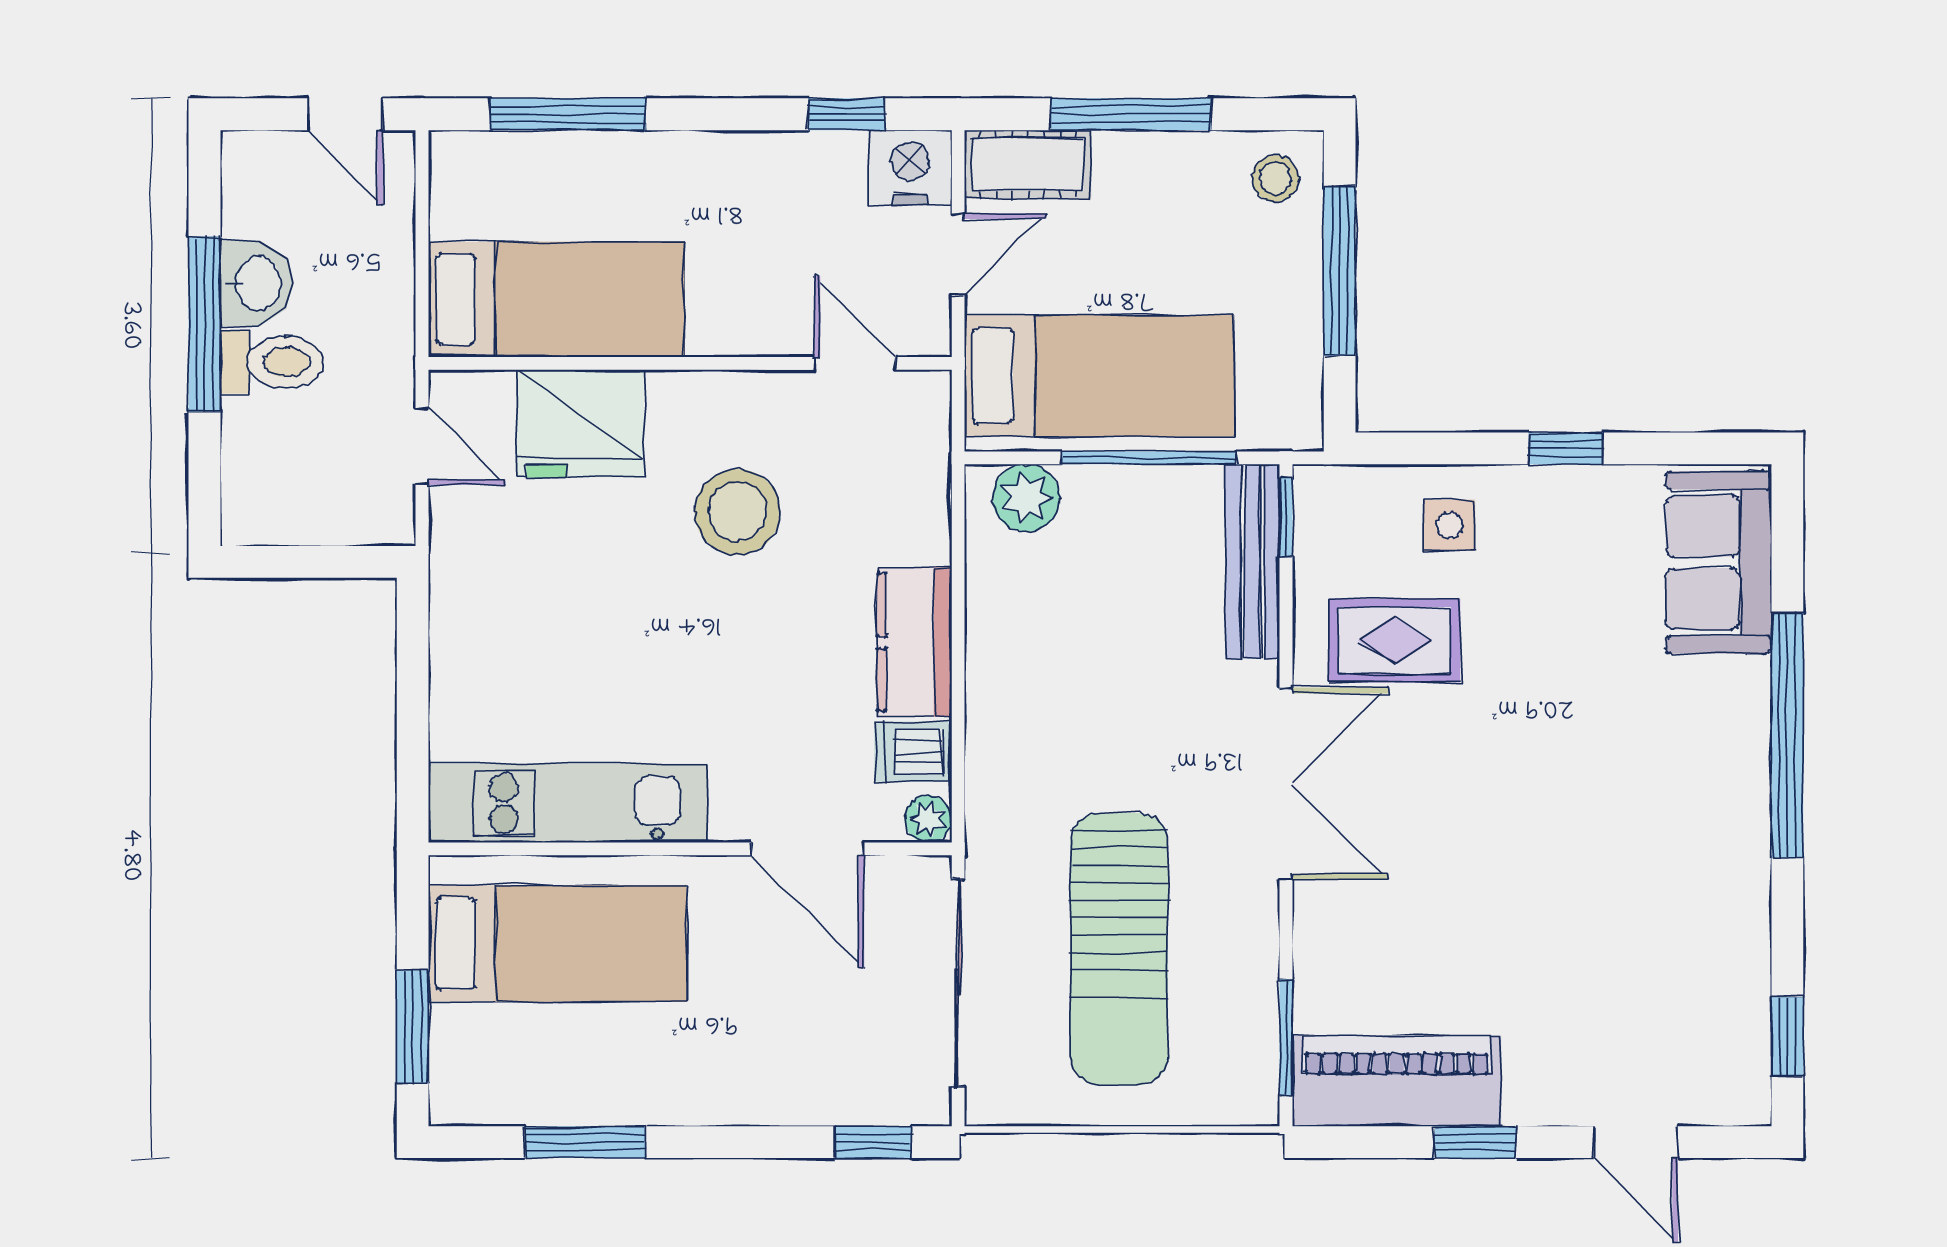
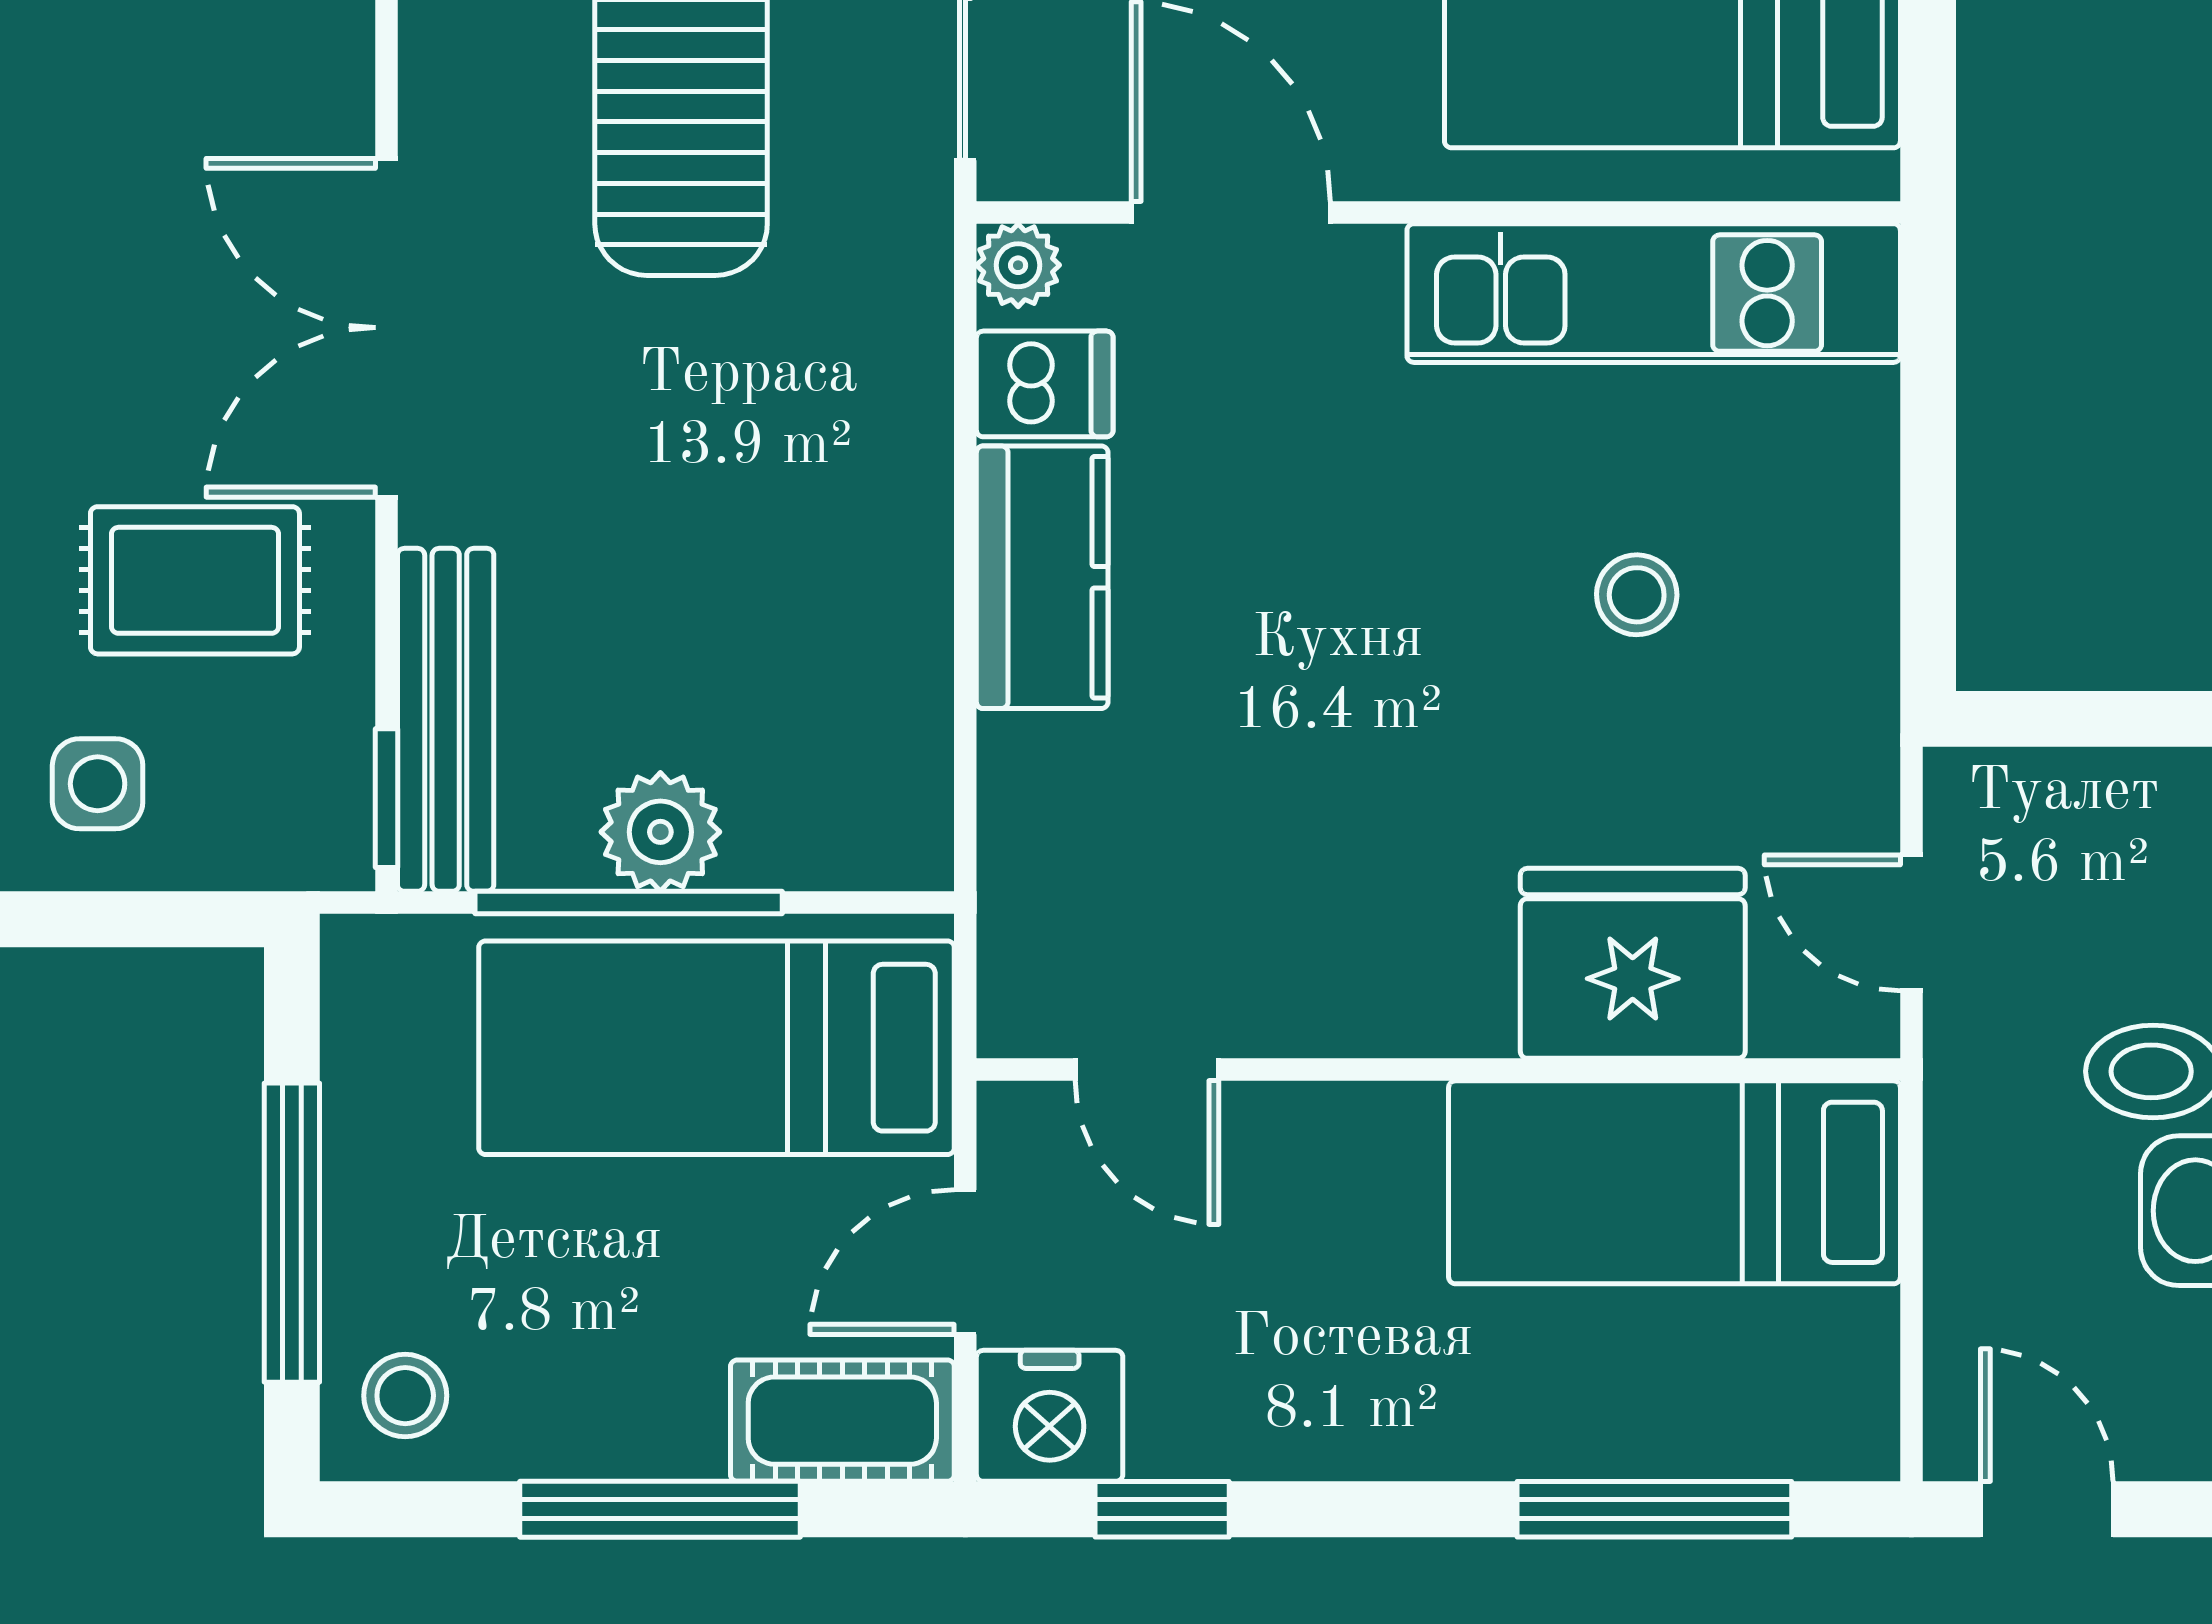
plant: (1026, 498) -> (660, 832), moved
stool: (737, 512) -> (1637, 595), moved, width x0.53, depth x0.53

